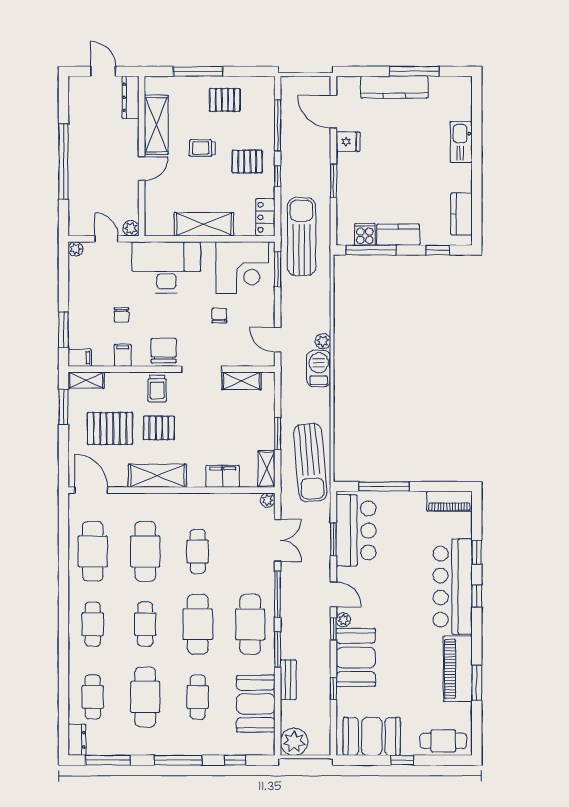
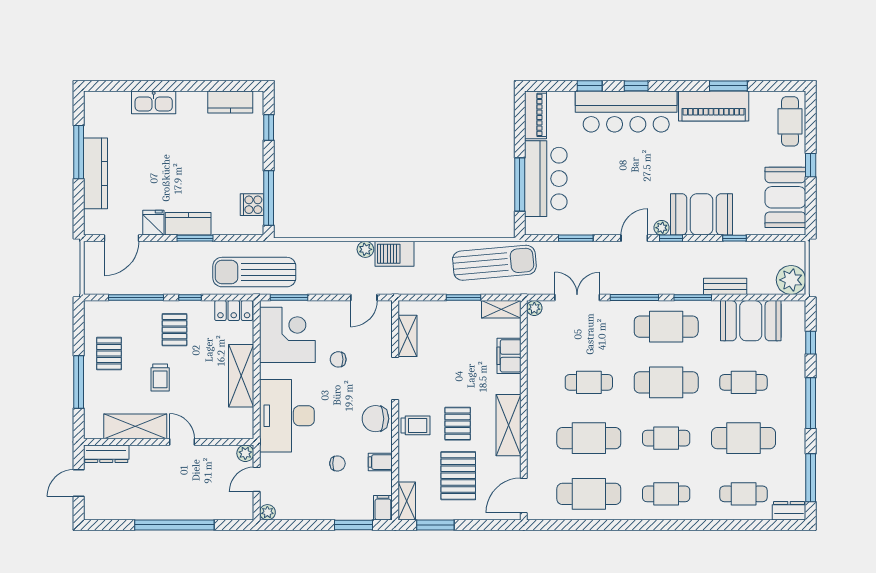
kitchen counter: (398, 235) -> (188, 224), moved, turned 90
bar counter: (356, 530) -> (546, 179), moved, turned 90

